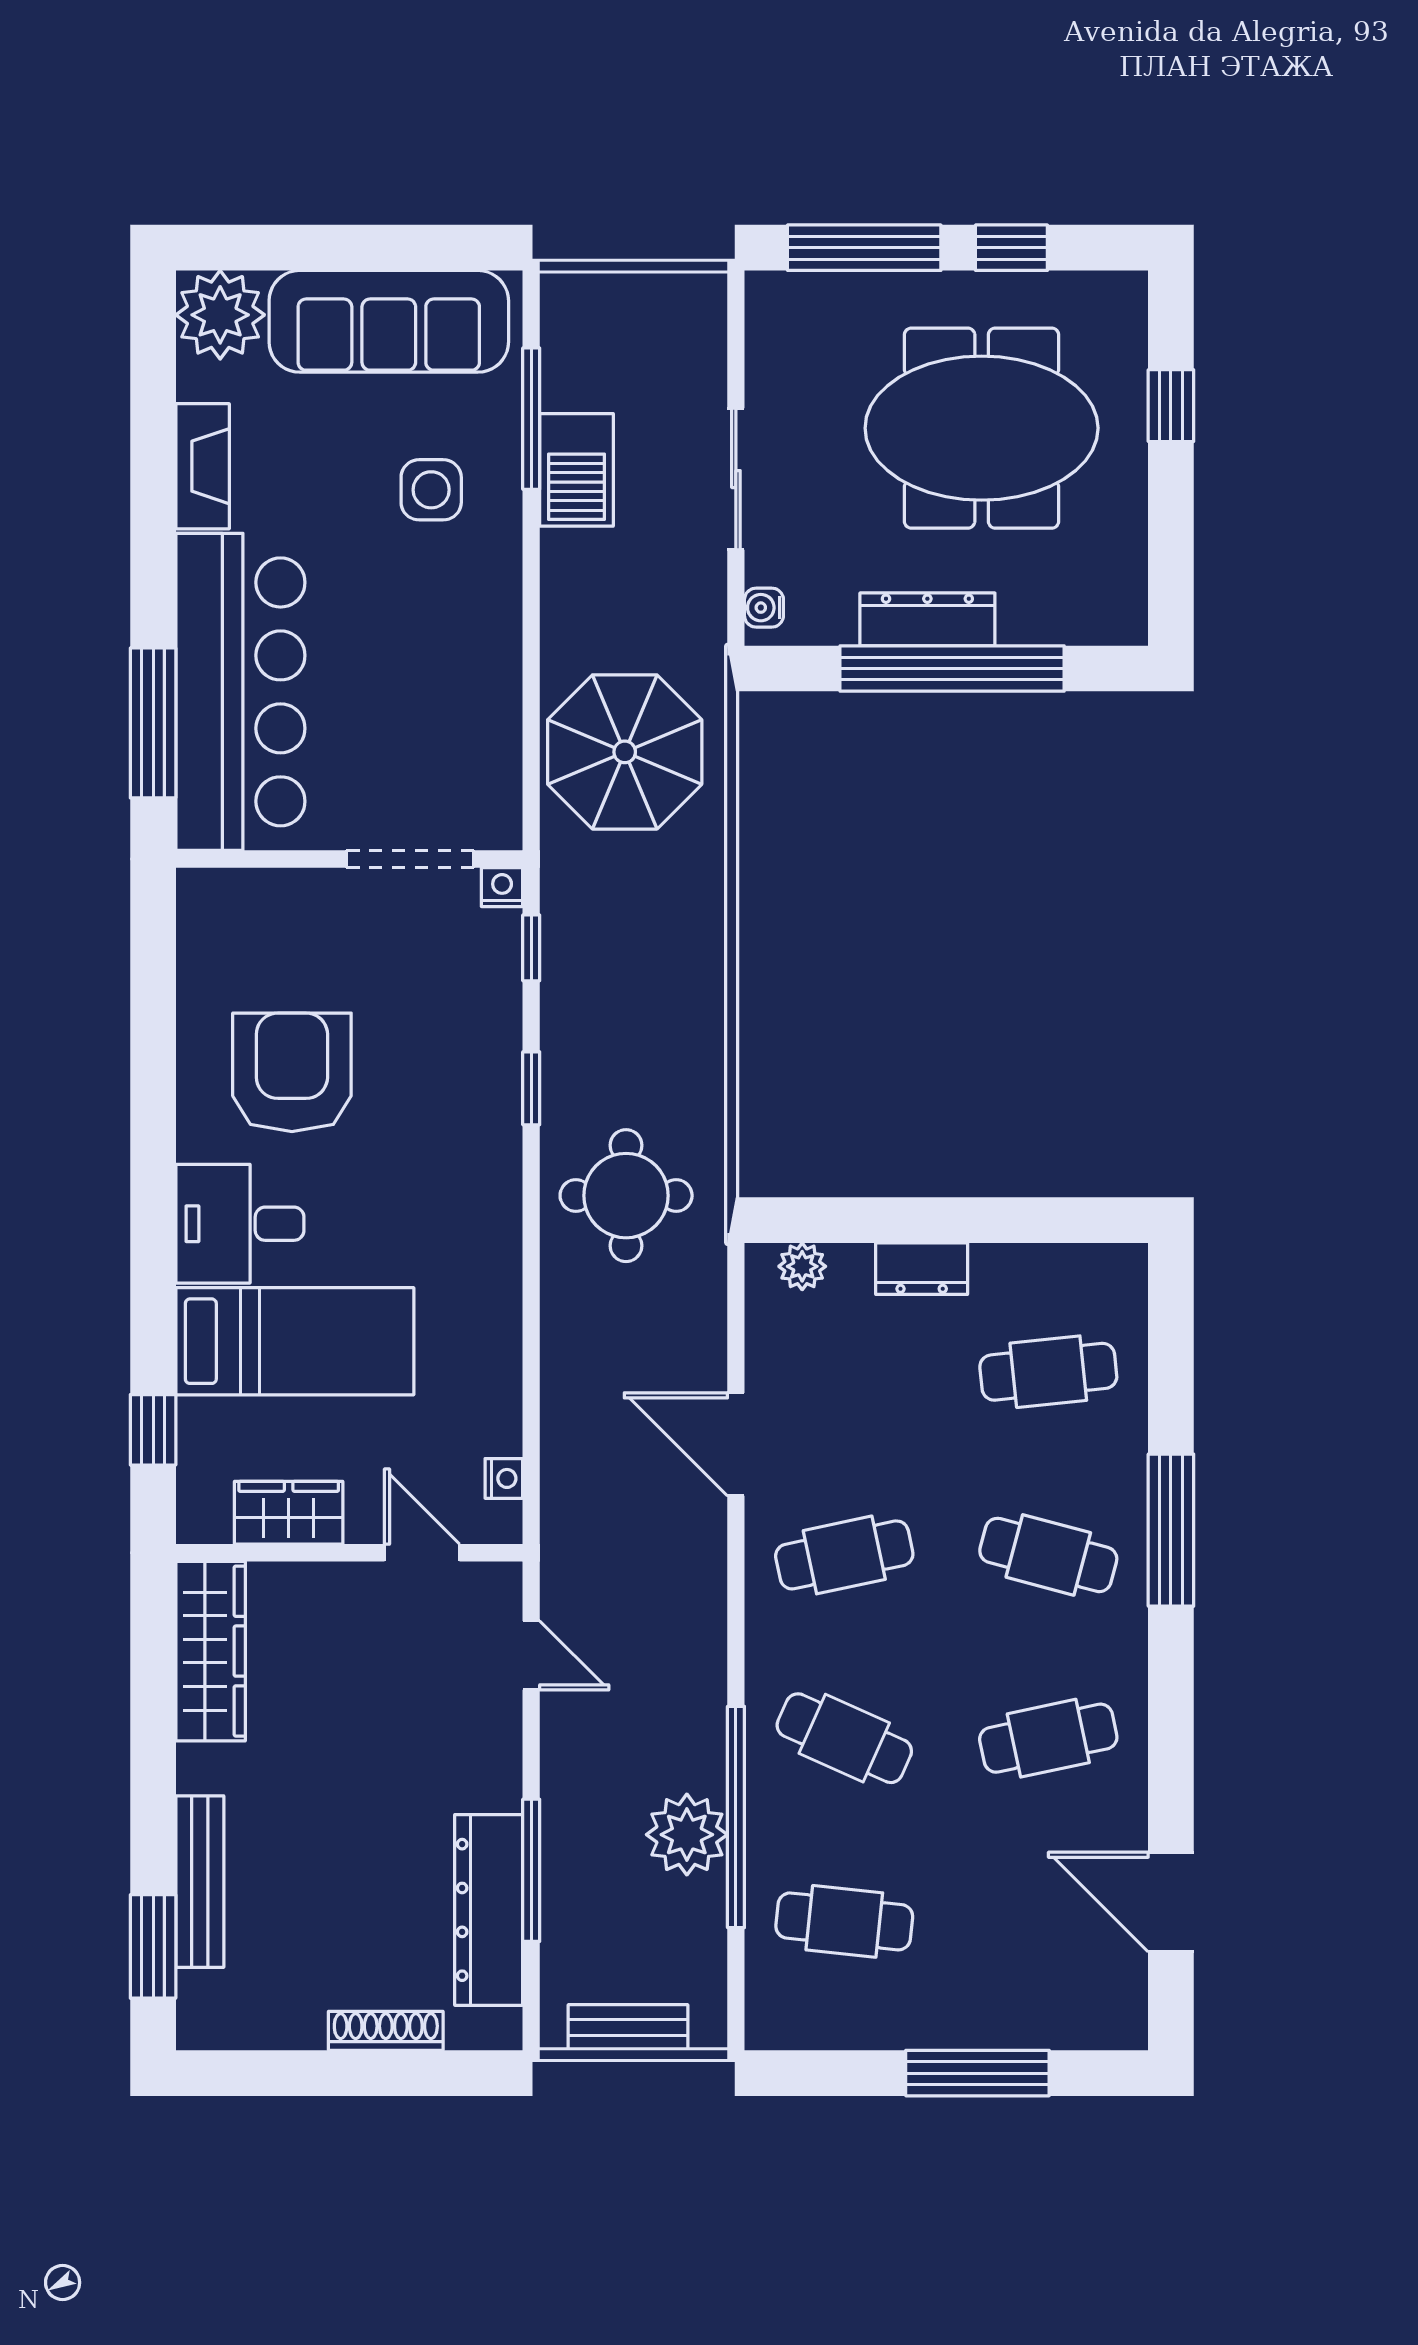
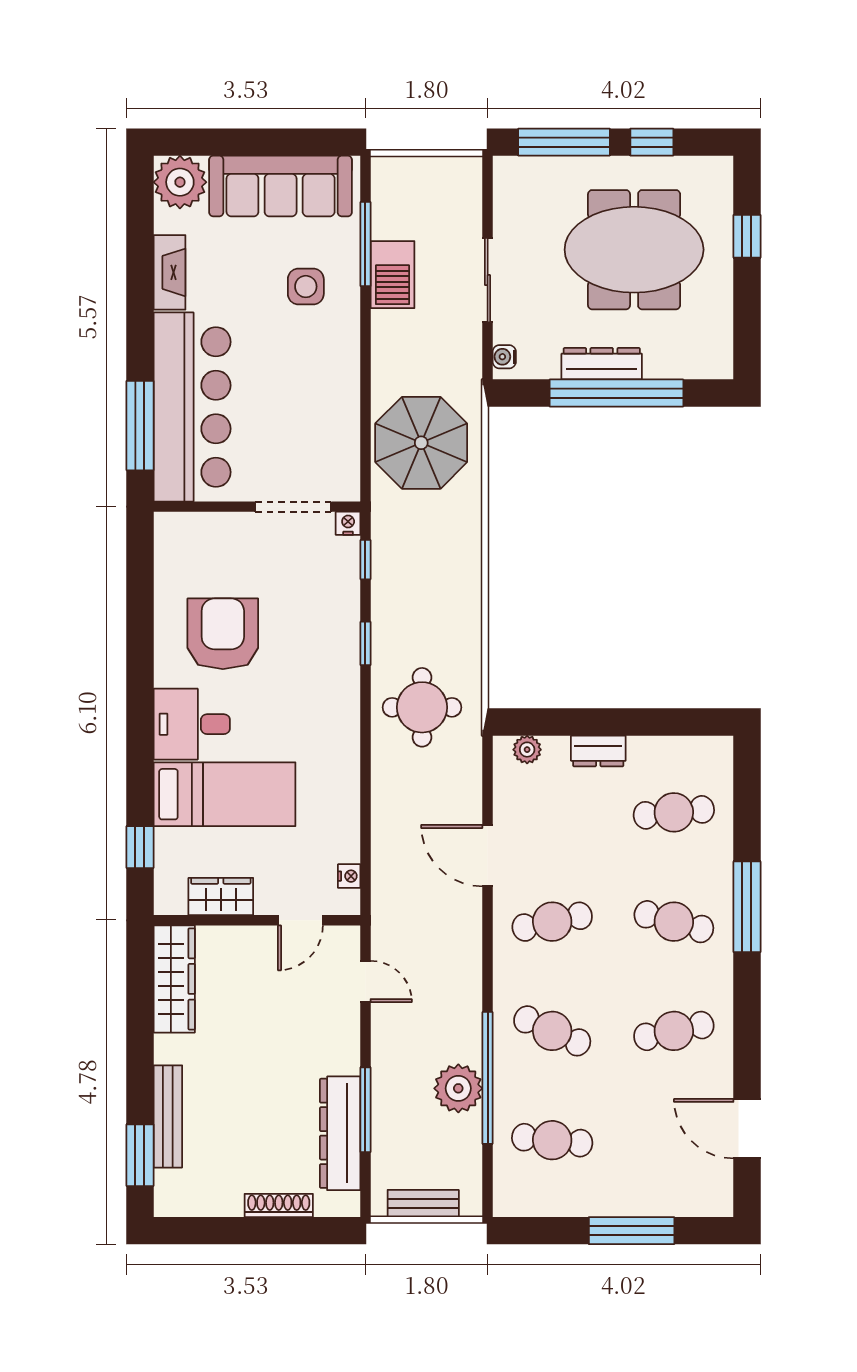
door: (422, 1553) -> (300, 920), swing flipped

